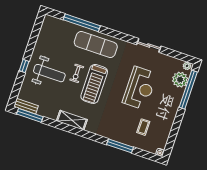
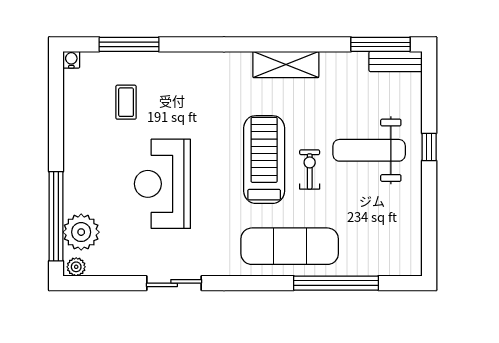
window: (120, 146) -> (129, 44), moved

